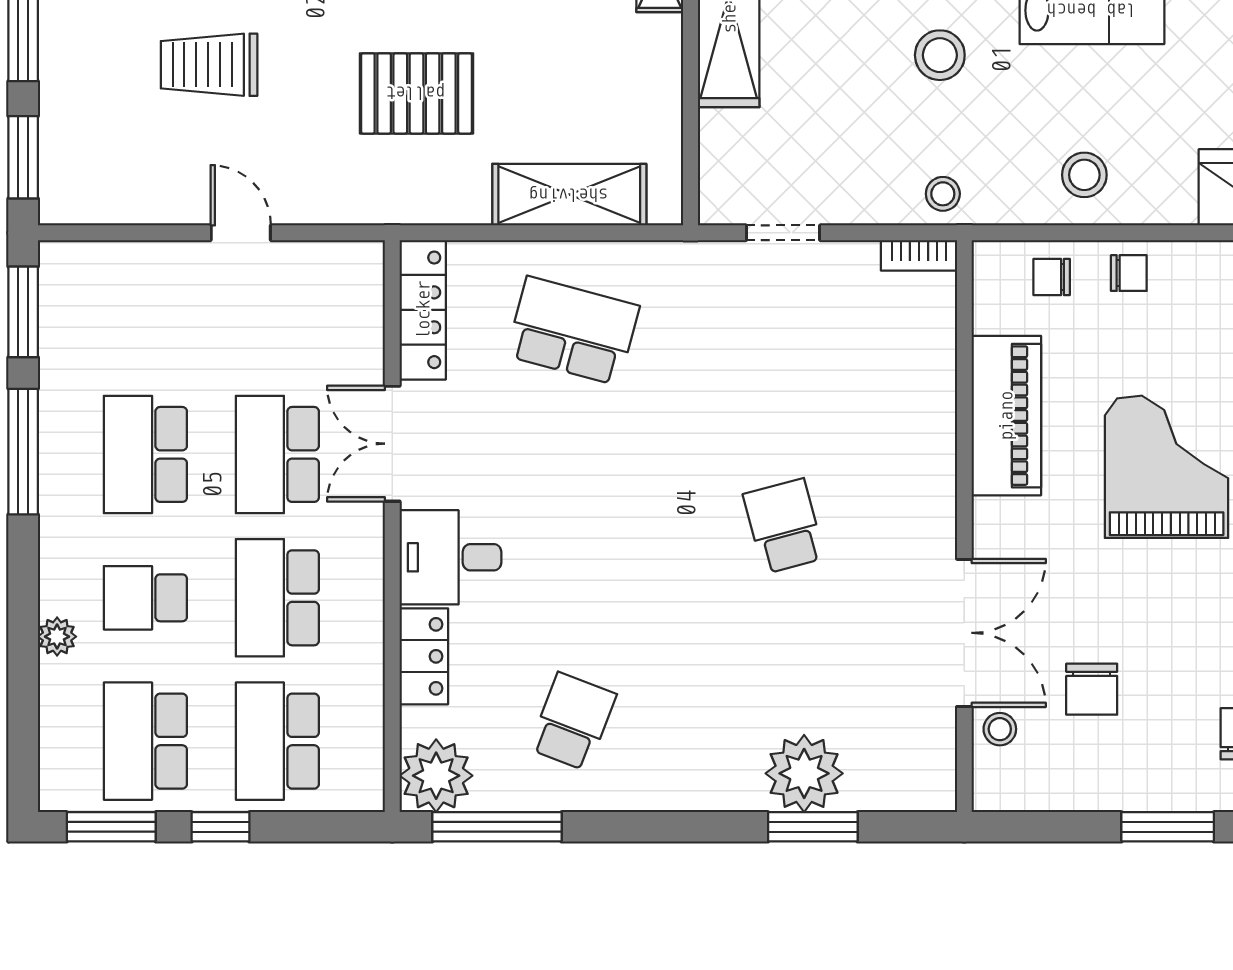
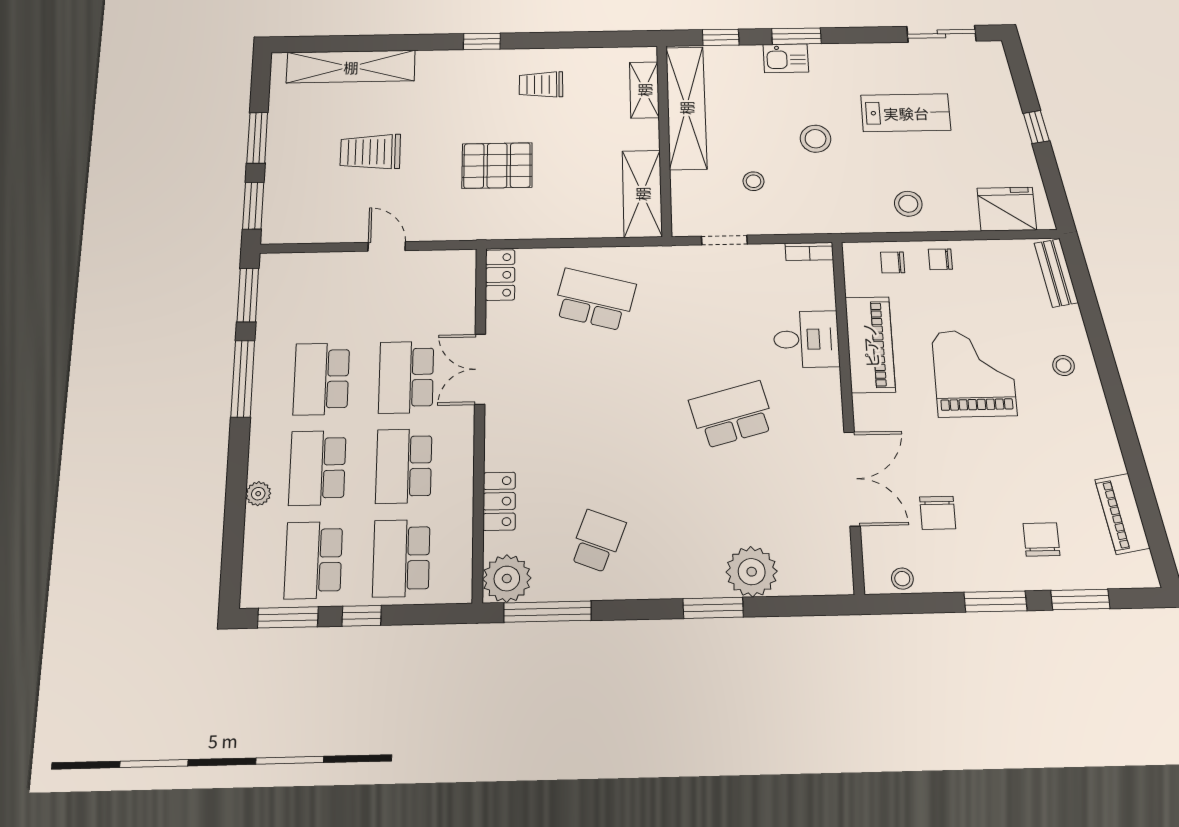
stool: (943, 194) -> (753, 181), moved
shelving: (569, 195) -> (642, 194), moved, turned 90
chair: (1129, 273) -> (940, 259), turned 180
locker: (423, 310) -> (500, 275), width x0.66
school desk: (784, 526) -> (732, 415), width x1.85
desk: (450, 557) -> (806, 339), moved, turned 180
school desk: (145, 598) -> (318, 468), width x1.85
stool: (1000, 729) -> (902, 579), moved
window: (813, 827) -> (713, 608), moved

